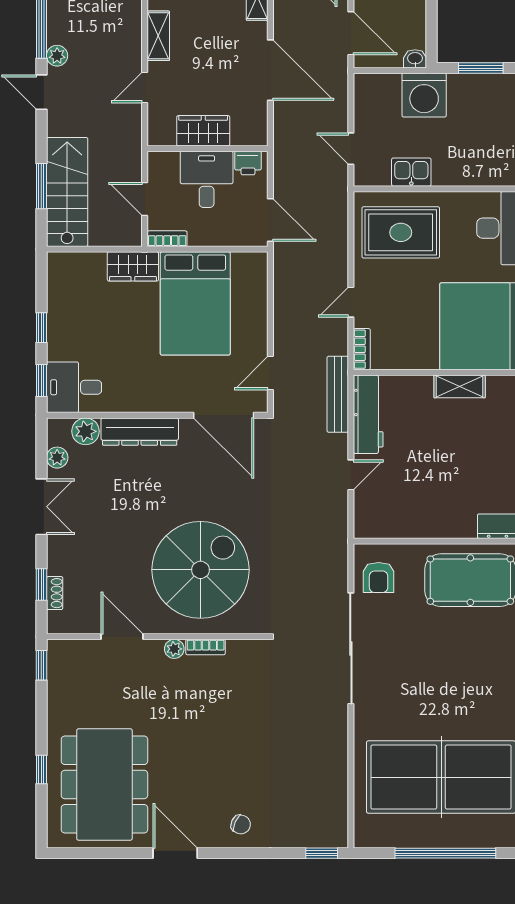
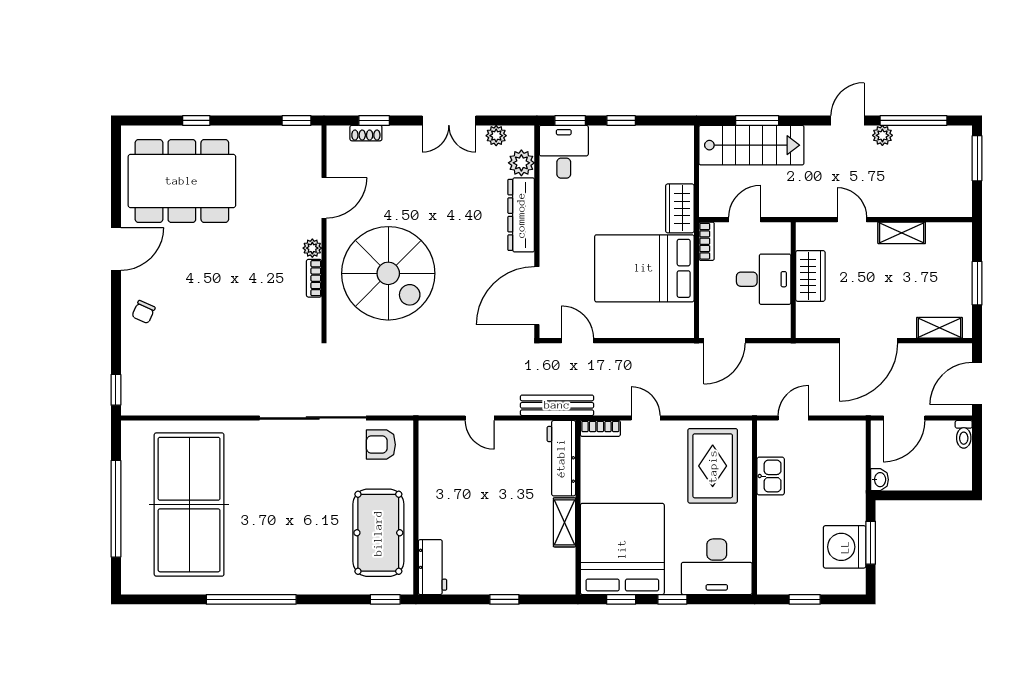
washing machine: (424, 95) -> (845, 547), moved
printer: (248, 163) -> (779, 319), removed
workbench: (368, 414) -> (561, 458), moved, turned 90

